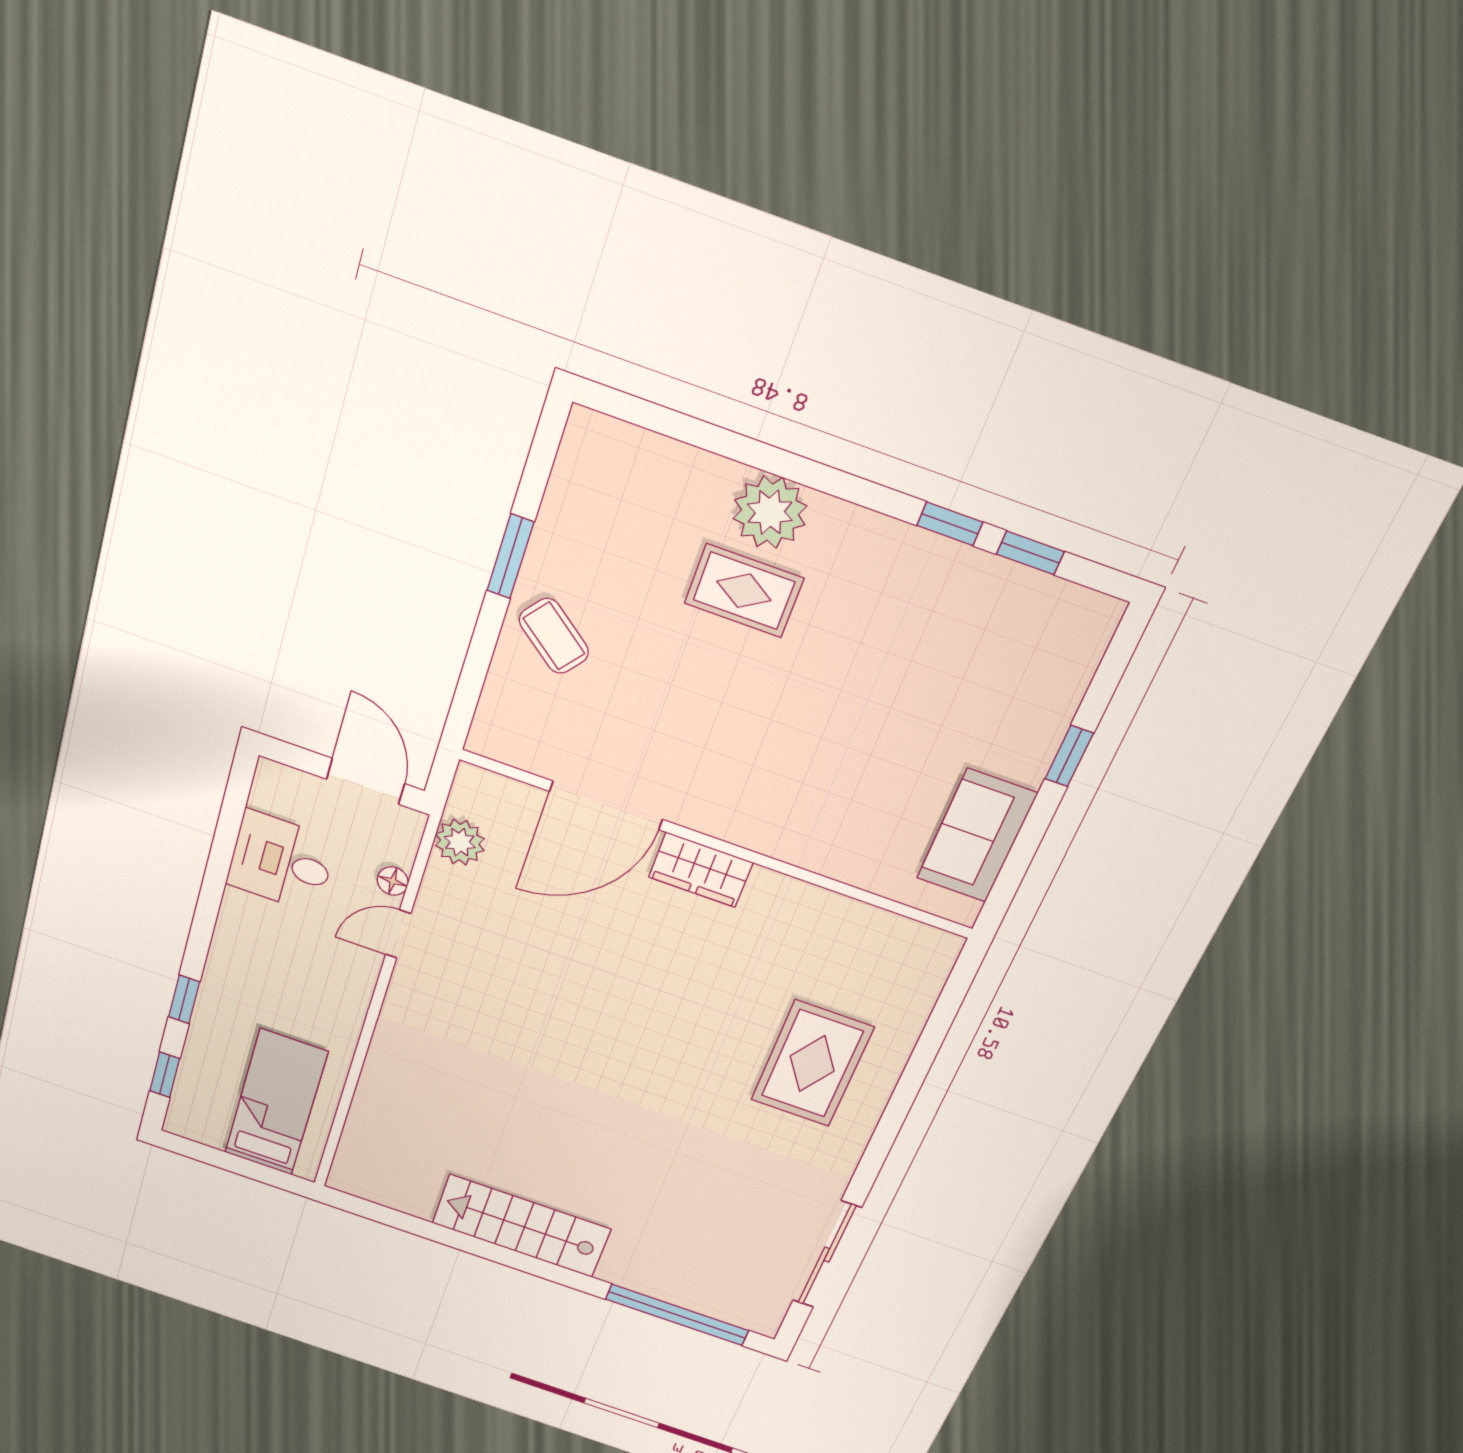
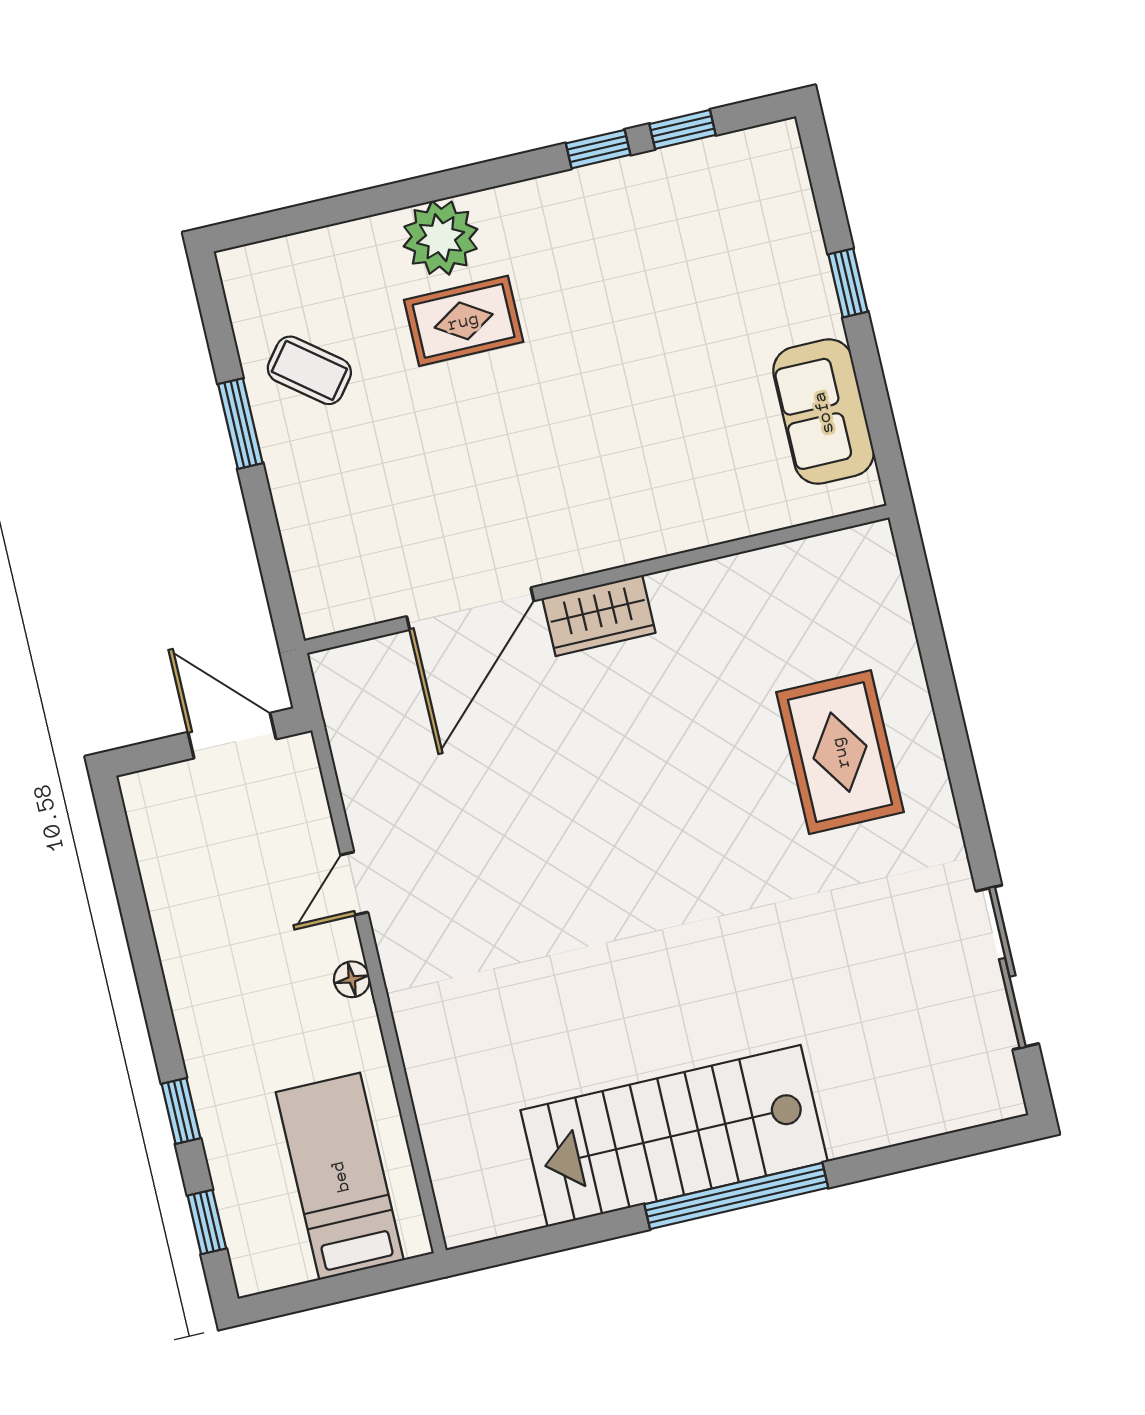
coffee table: (554, 636) -> (309, 370), moved
plant: (460, 842) -> (357, 740), removed
desk: (281, 862) -> (197, 879), removed
floor lamp: (393, 881) -> (352, 979), moved
stairs: (521, 1226) -> (674, 1136), width x1.36, depth x1.51
window: (677, 1315) -> (736, 1196), moved

